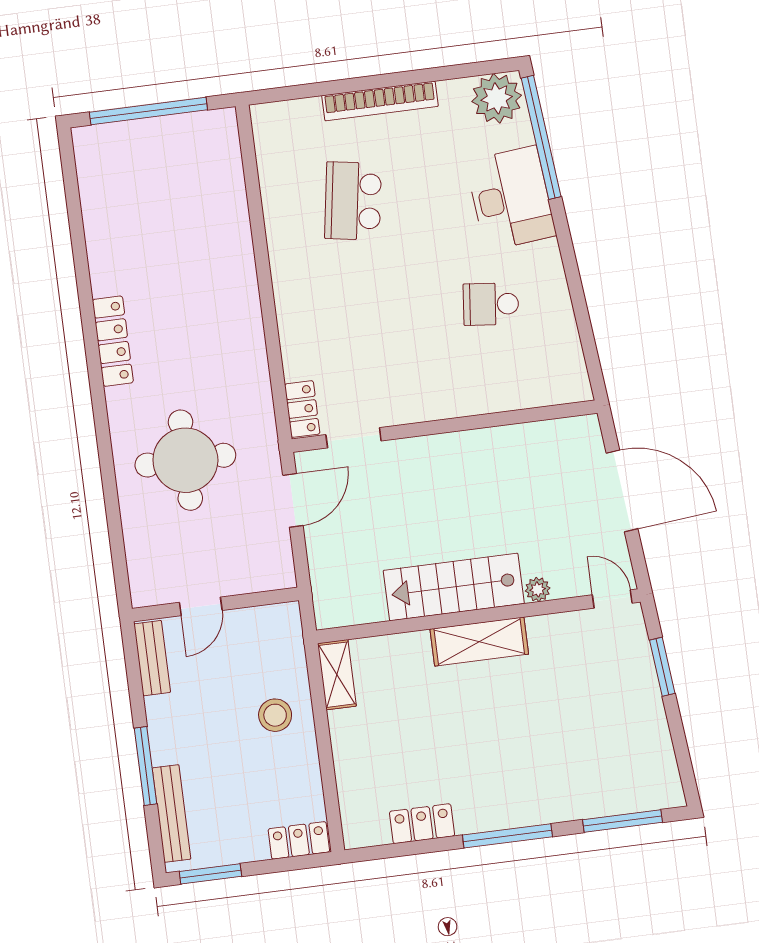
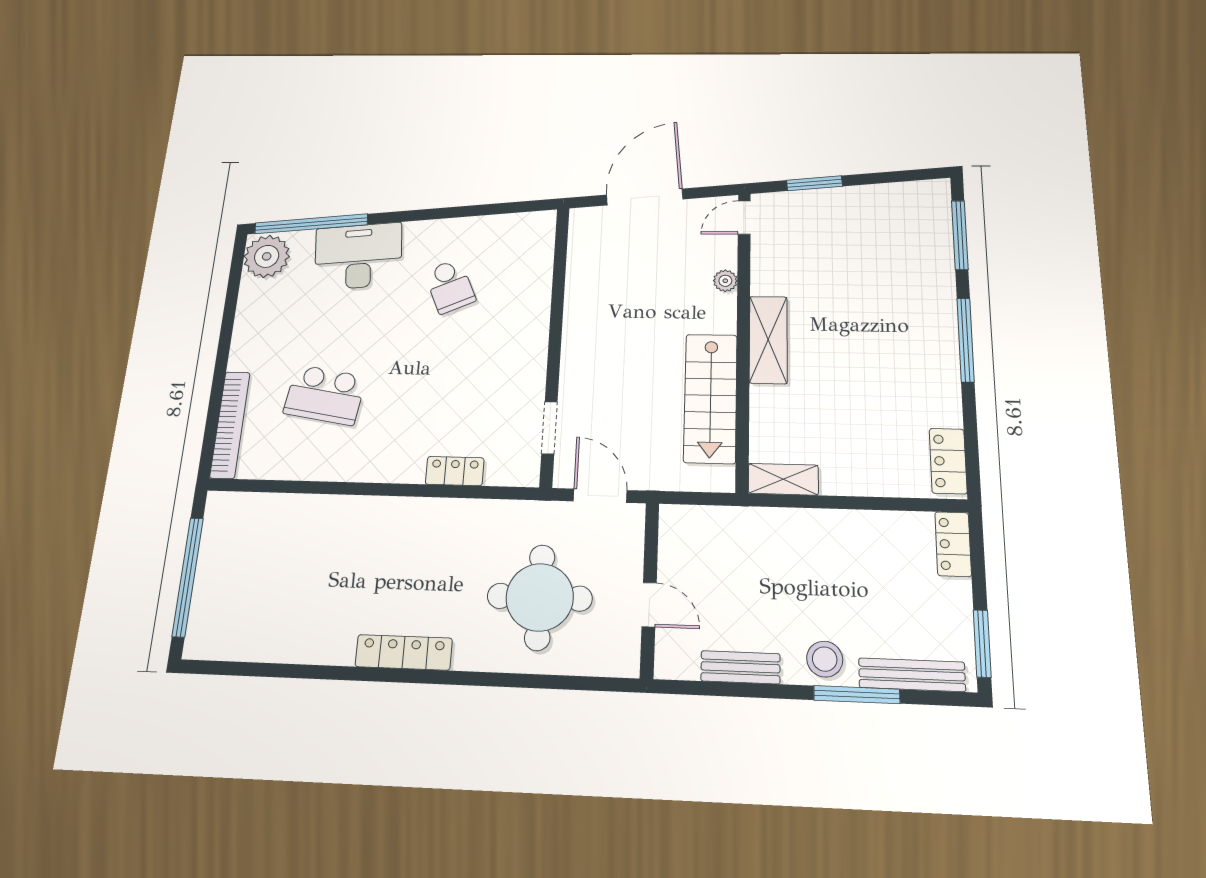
bookcase: (380, 101) -> (230, 425), moved
school desk: (491, 304) -> (450, 286), turned -30
locker: (302, 409) -> (455, 471), moved
stairs: (454, 587) -> (711, 398), moved
wall: (215, 604) -> (650, 589), moved
door: (201, 606) -> (649, 605), moved
stool: (275, 715) -> (825, 659), moved
locker: (422, 824) -> (948, 461), moved

